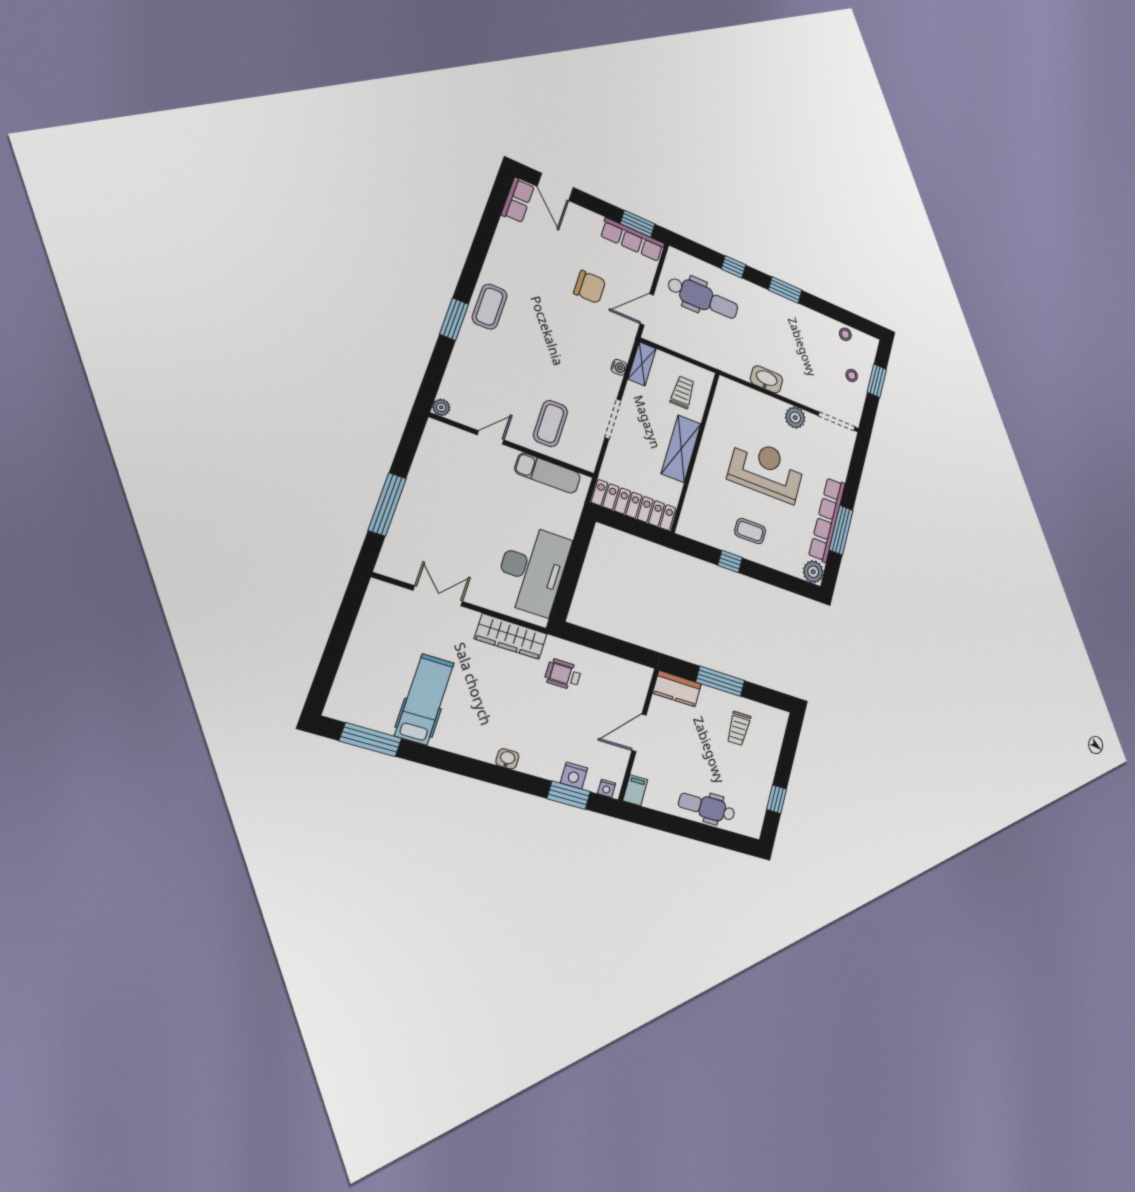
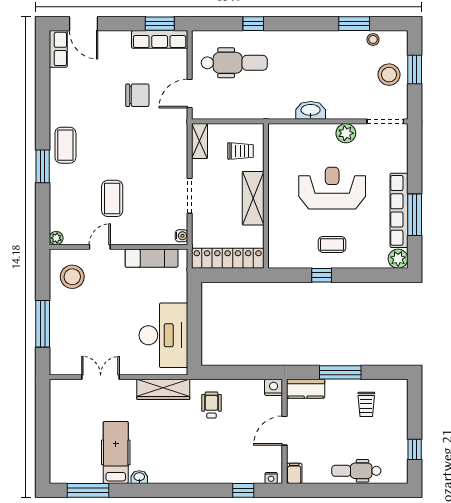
window: (785, 290) -> (354, 24), moved
water cooler: (619, 367) -> (181, 236), moved
stool: (852, 375) -> (389, 75), width x1.89, depth x1.89
trolley: (683, 392) -> (240, 151), turned 90
coffee table: (550, 423) -> (112, 198), moved
stool: (445, 460) -> (72, 277), added
wheelchair: (563, 674) -> (212, 405), turned 90
washbasin: (507, 759) -> (139, 477), moved
nightstand: (574, 776) -> (274, 387), moved, turned 180
window: (569, 795) -> (243, 490), width x0.67

